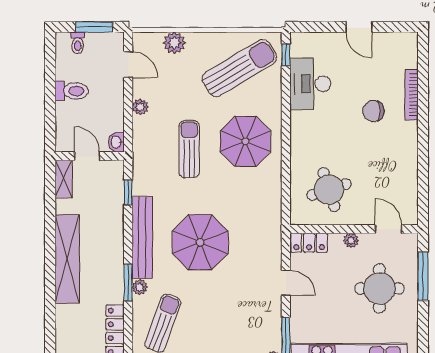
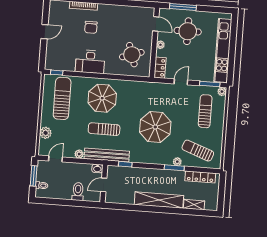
sun lounger: (239, 68) -> (62, 98), turned 31
desk: (310, 84) -> (90, 62), moved
toilet: (72, 91) -> (78, 192), moved
shelving: (64, 179) -> (194, 205), moved
door: (388, 229) -> (156, 24), swing flipped
bench: (142, 237) -> (107, 155), moved
sun lounger: (236, 331) -> (205, 111), added

